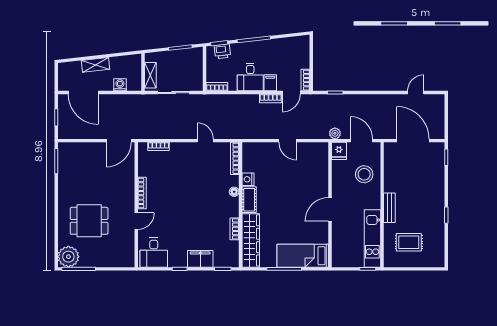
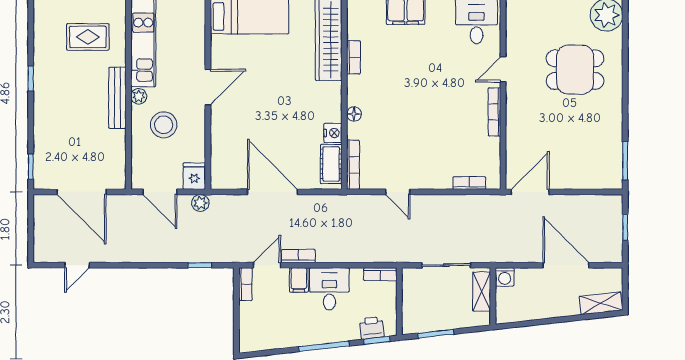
shelving: (96, 65) -> (601, 303), moved
washing machine: (120, 85) -> (505, 277), moved
door: (83, 93) -> (566, 265), moved
door: (288, 141) -> (272, 192), width x1.87
stool: (364, 174) -> (164, 125), moved
cot: (249, 200) -> (331, 164), moved
plant: (375, 203) -> (139, 96), added
bench: (389, 208) -> (117, 98), width x1.36

